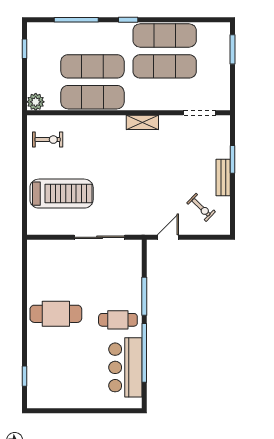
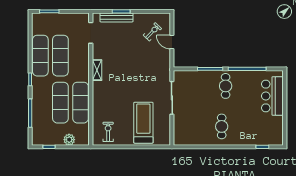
plant: (36, 102) -> (69, 140), moved
bench: (223, 178) -> (117, 17), moved, width x1.36
door: (168, 237) -> (172, 42), moved
cafe table: (56, 314) -> (222, 126), width x0.73, depth x0.74
bar counter: (125, 367) -> (272, 96), moved, turned 90

